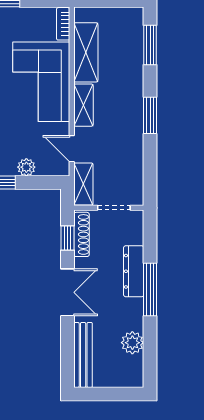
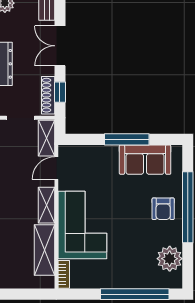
door: (72, 149) -> (56, 168), swing flipped
plant: (26, 167) -> (95, 152), removed

